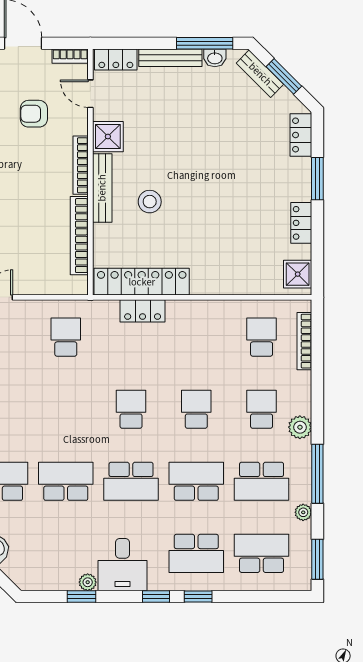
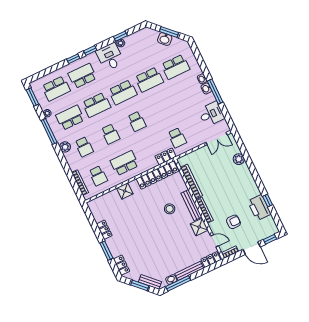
shower: (298, 274) -> (125, 191), moved
locker: (143, 311) -> (166, 156), moved
school desk: (196, 337) -> (124, 163), added
school desk: (131, 481) -> (123, 92), turned 180

